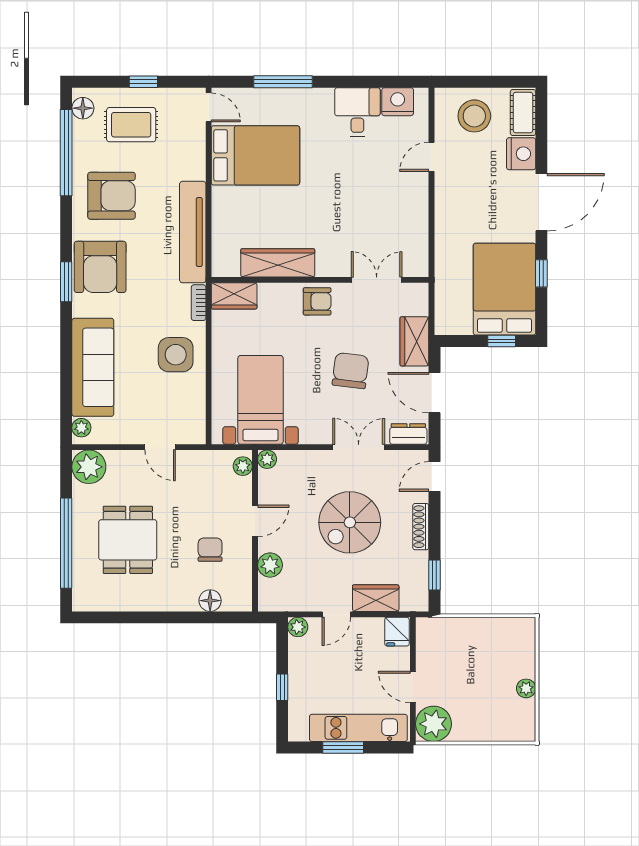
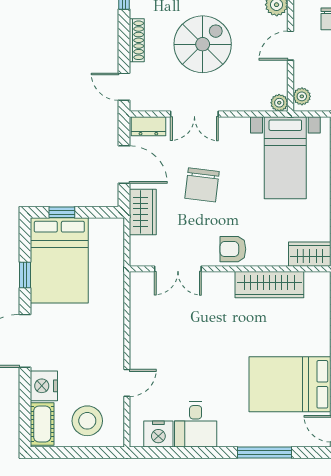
door: (435, 476) -> (124, 87), swing flipped

